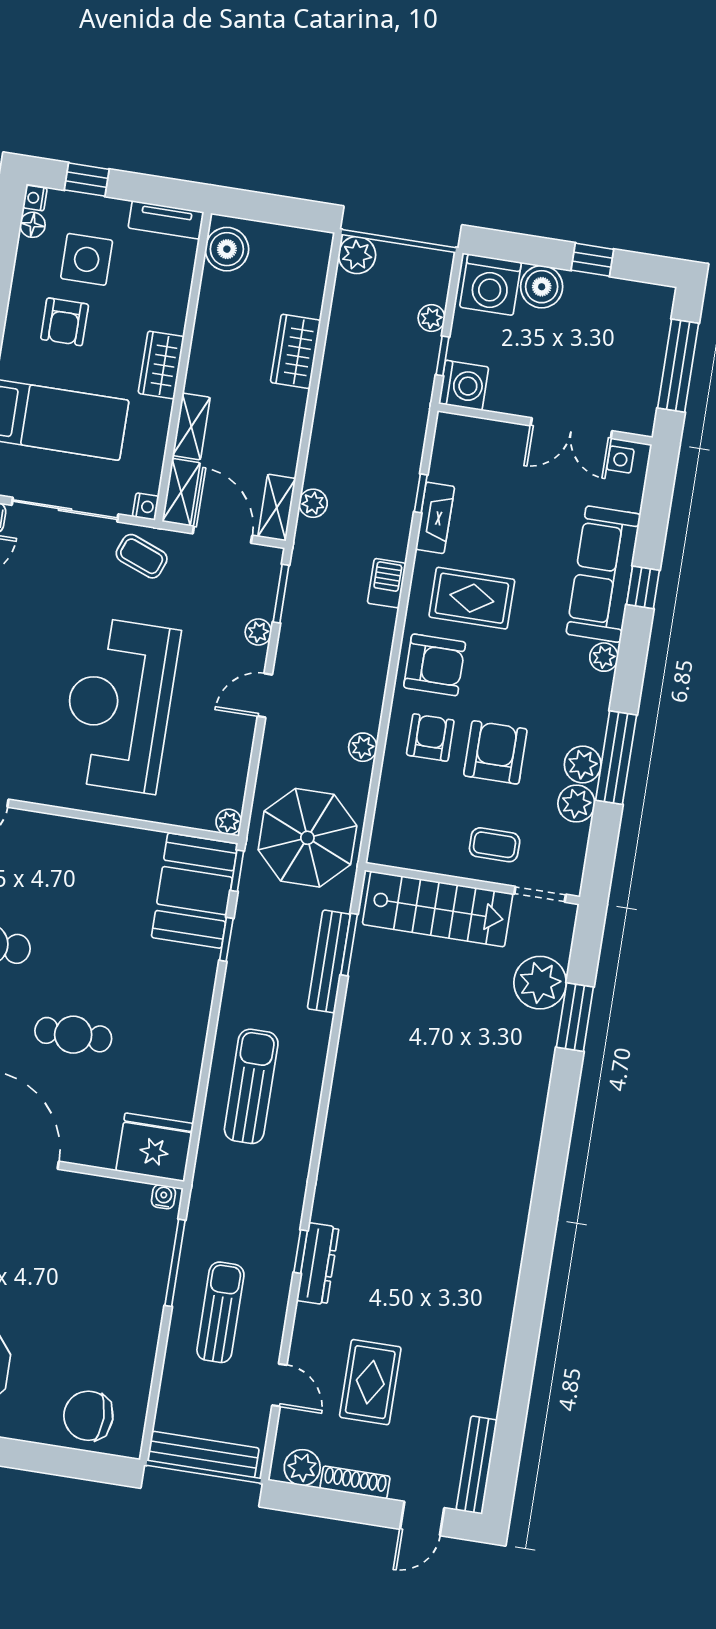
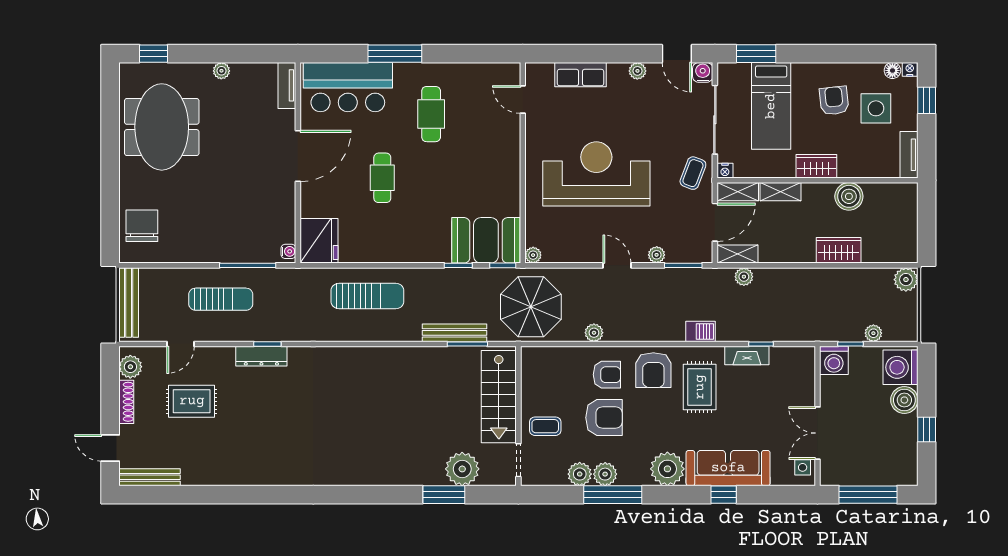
boiler: (227, 249) -> (849, 196), moved
armchair: (65, 322) -> (834, 101), turned 84
plant: (604, 657) -> (667, 469), width x1.88, depth x1.88
coffee table: (495, 845) -> (545, 426), turned 90

